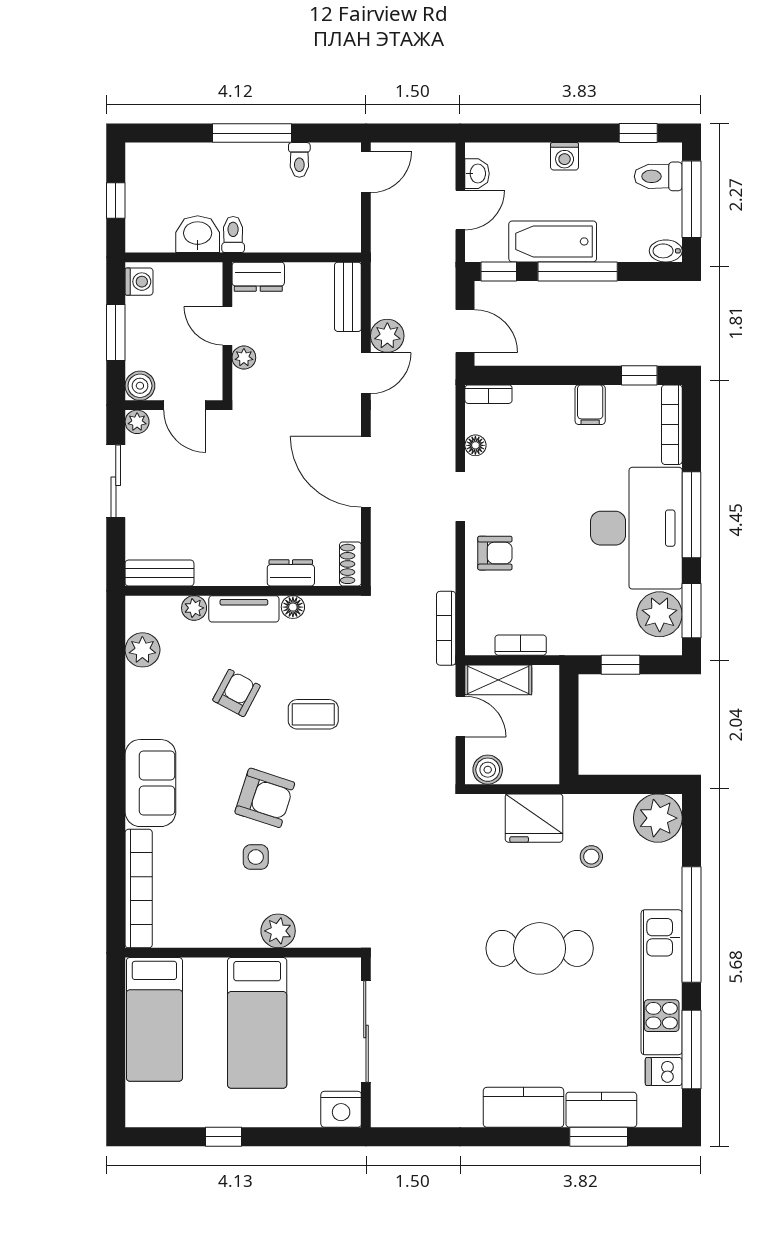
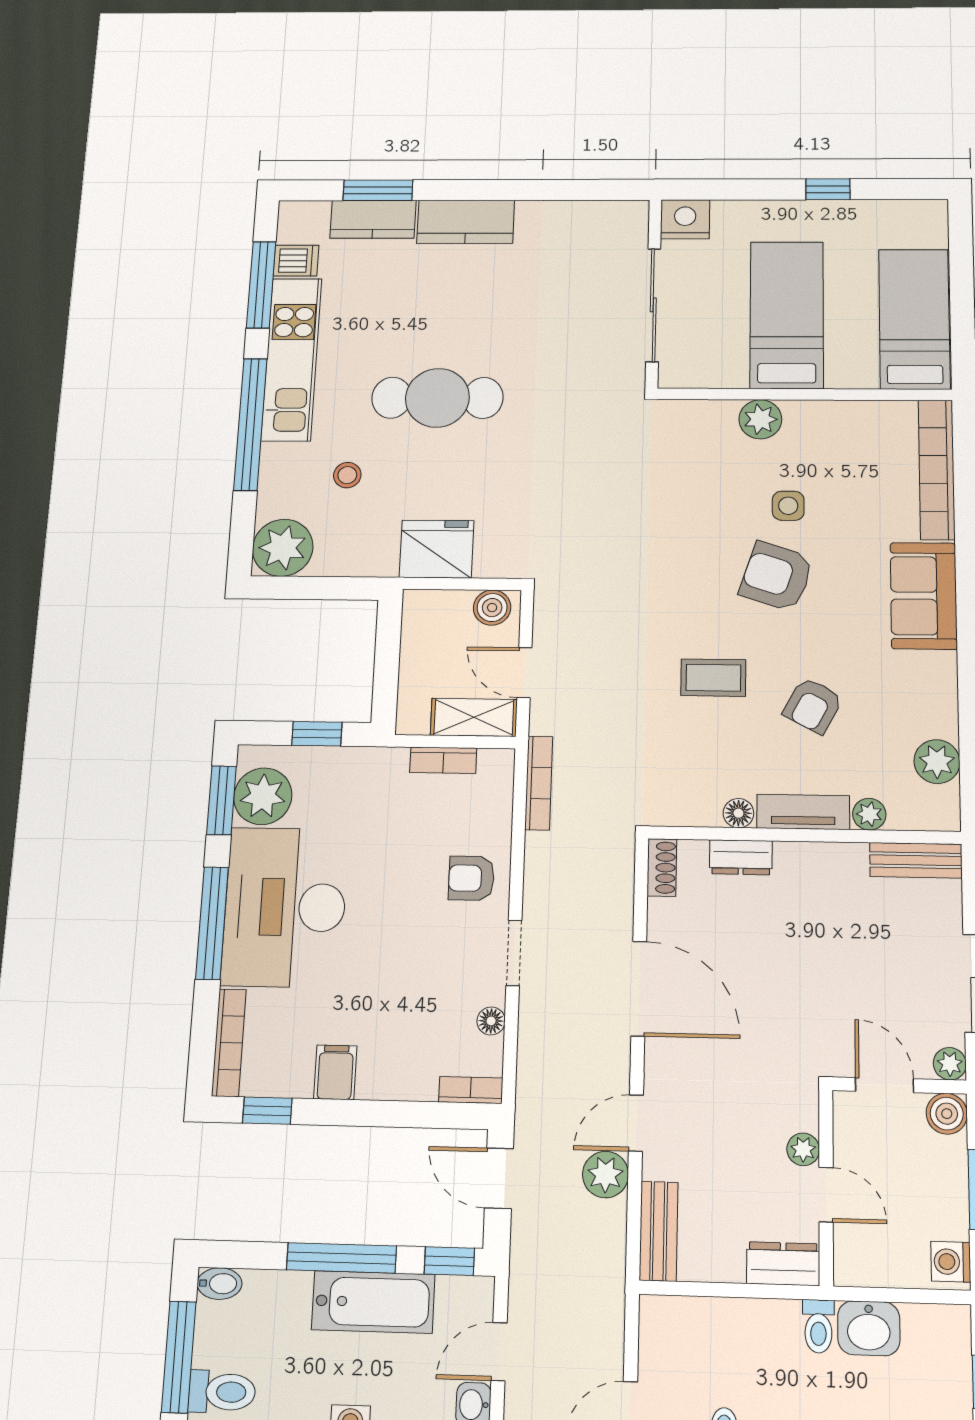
stool: (591, 857) -> (347, 475), moved

